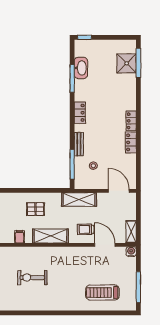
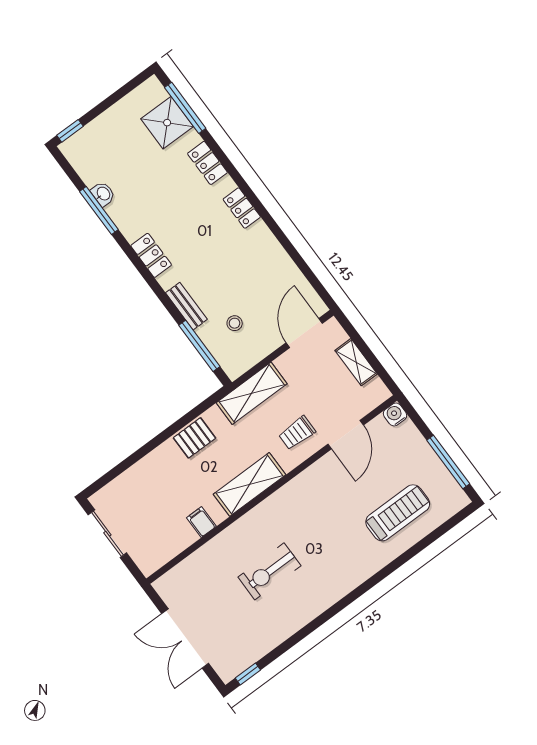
washbasin: (81, 68) -> (103, 194), width x0.52, depth x0.69
locker: (131, 142) -> (207, 163), moved
door: (119, 191) -> (304, 333), hinge flipped
pallet: (35, 209) -> (194, 438), moved
shelving: (131, 232) -> (356, 362), moved
door: (105, 245) -> (346, 435), swing flipped
treadmill: (102, 293) -> (398, 513), turned 180

